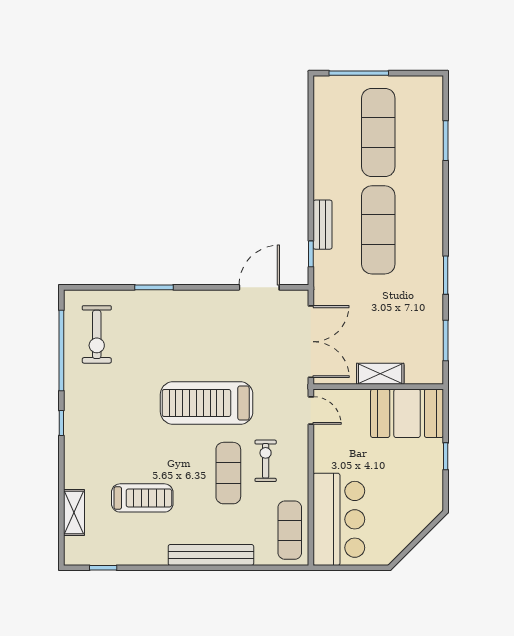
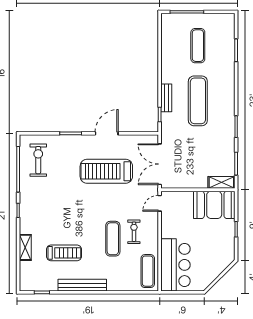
exercise mat: (378, 132) -> (198, 46), width x0.73, depth x0.69
door: (259, 287) -> (107, 133), moved
exercise bike: (97, 334) -> (38, 160), turned 180
double door: (311, 342) -> (160, 164), swing flipped
shelving: (380, 374) -> (221, 182), moved
treadmill: (207, 403) -> (106, 171), moved
door: (311, 411) -> (160, 203), swing flipped
shelving: (74, 513) -> (25, 247), moved
bench: (211, 555) -> (82, 285), moved

